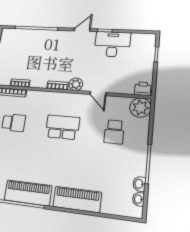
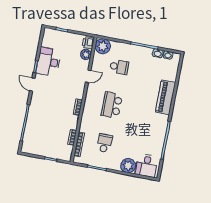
plant: (76, 84) -> (86, 54), moved
piano: (28, 193) -> (158, 133), removed

